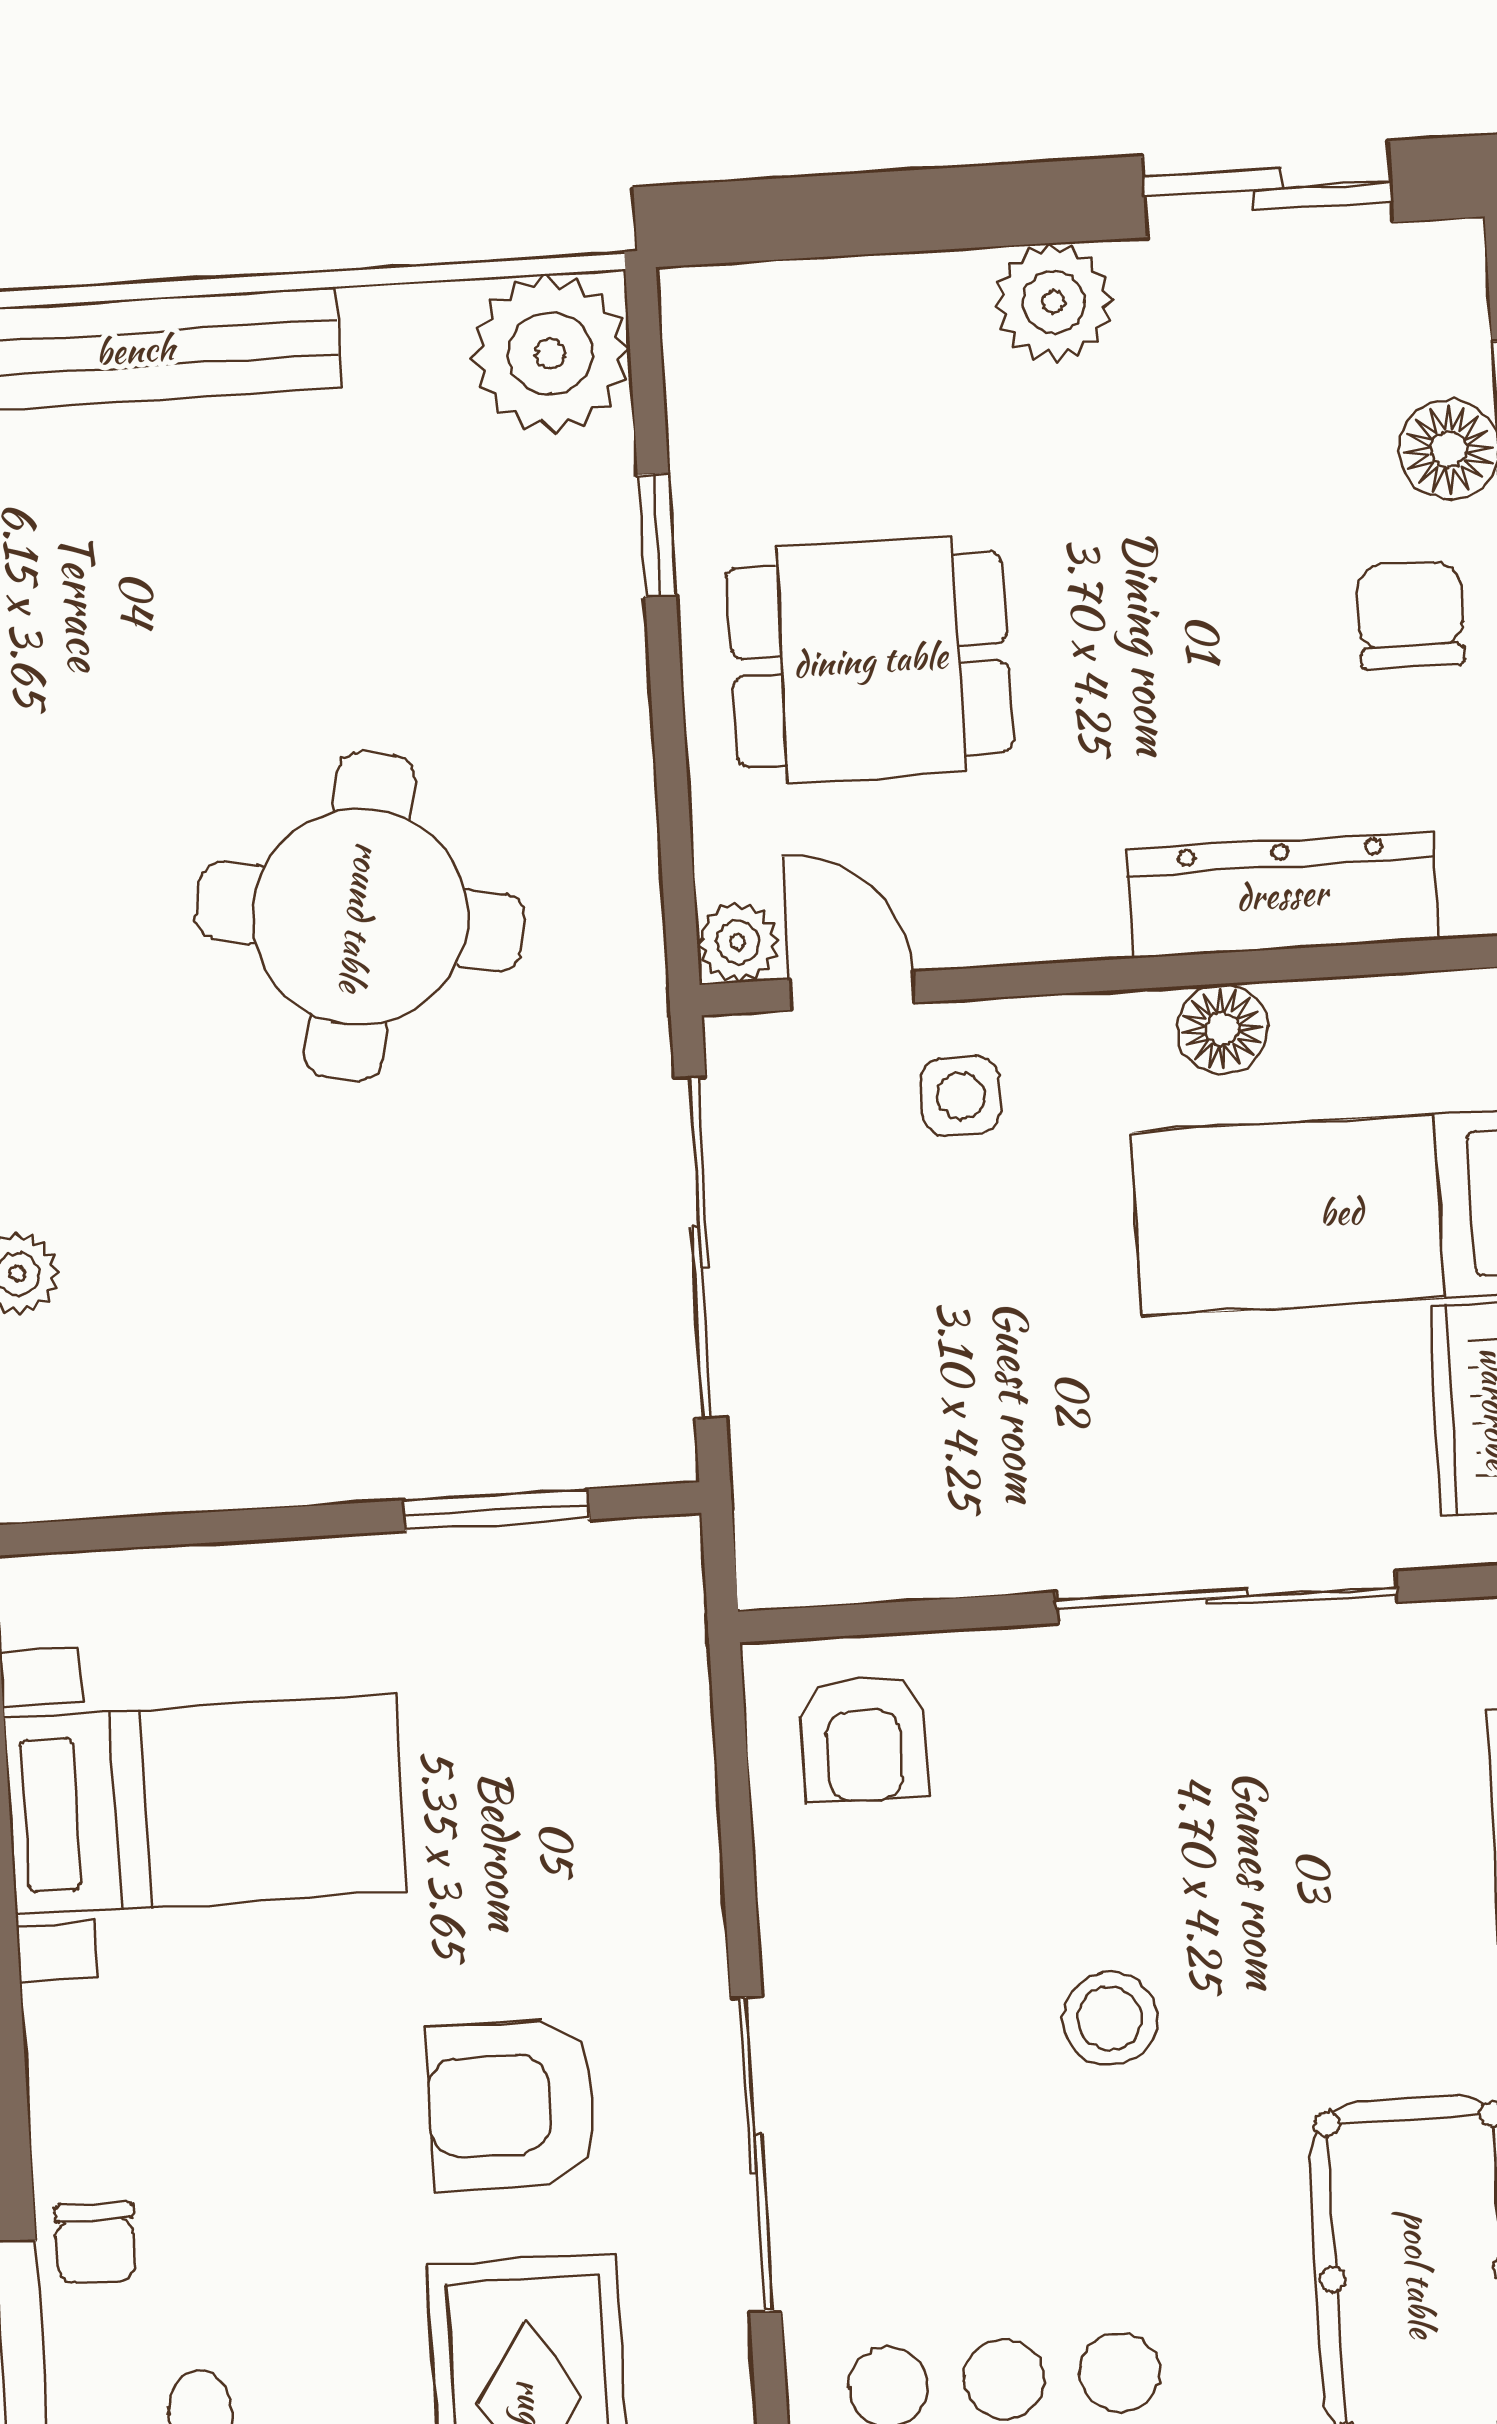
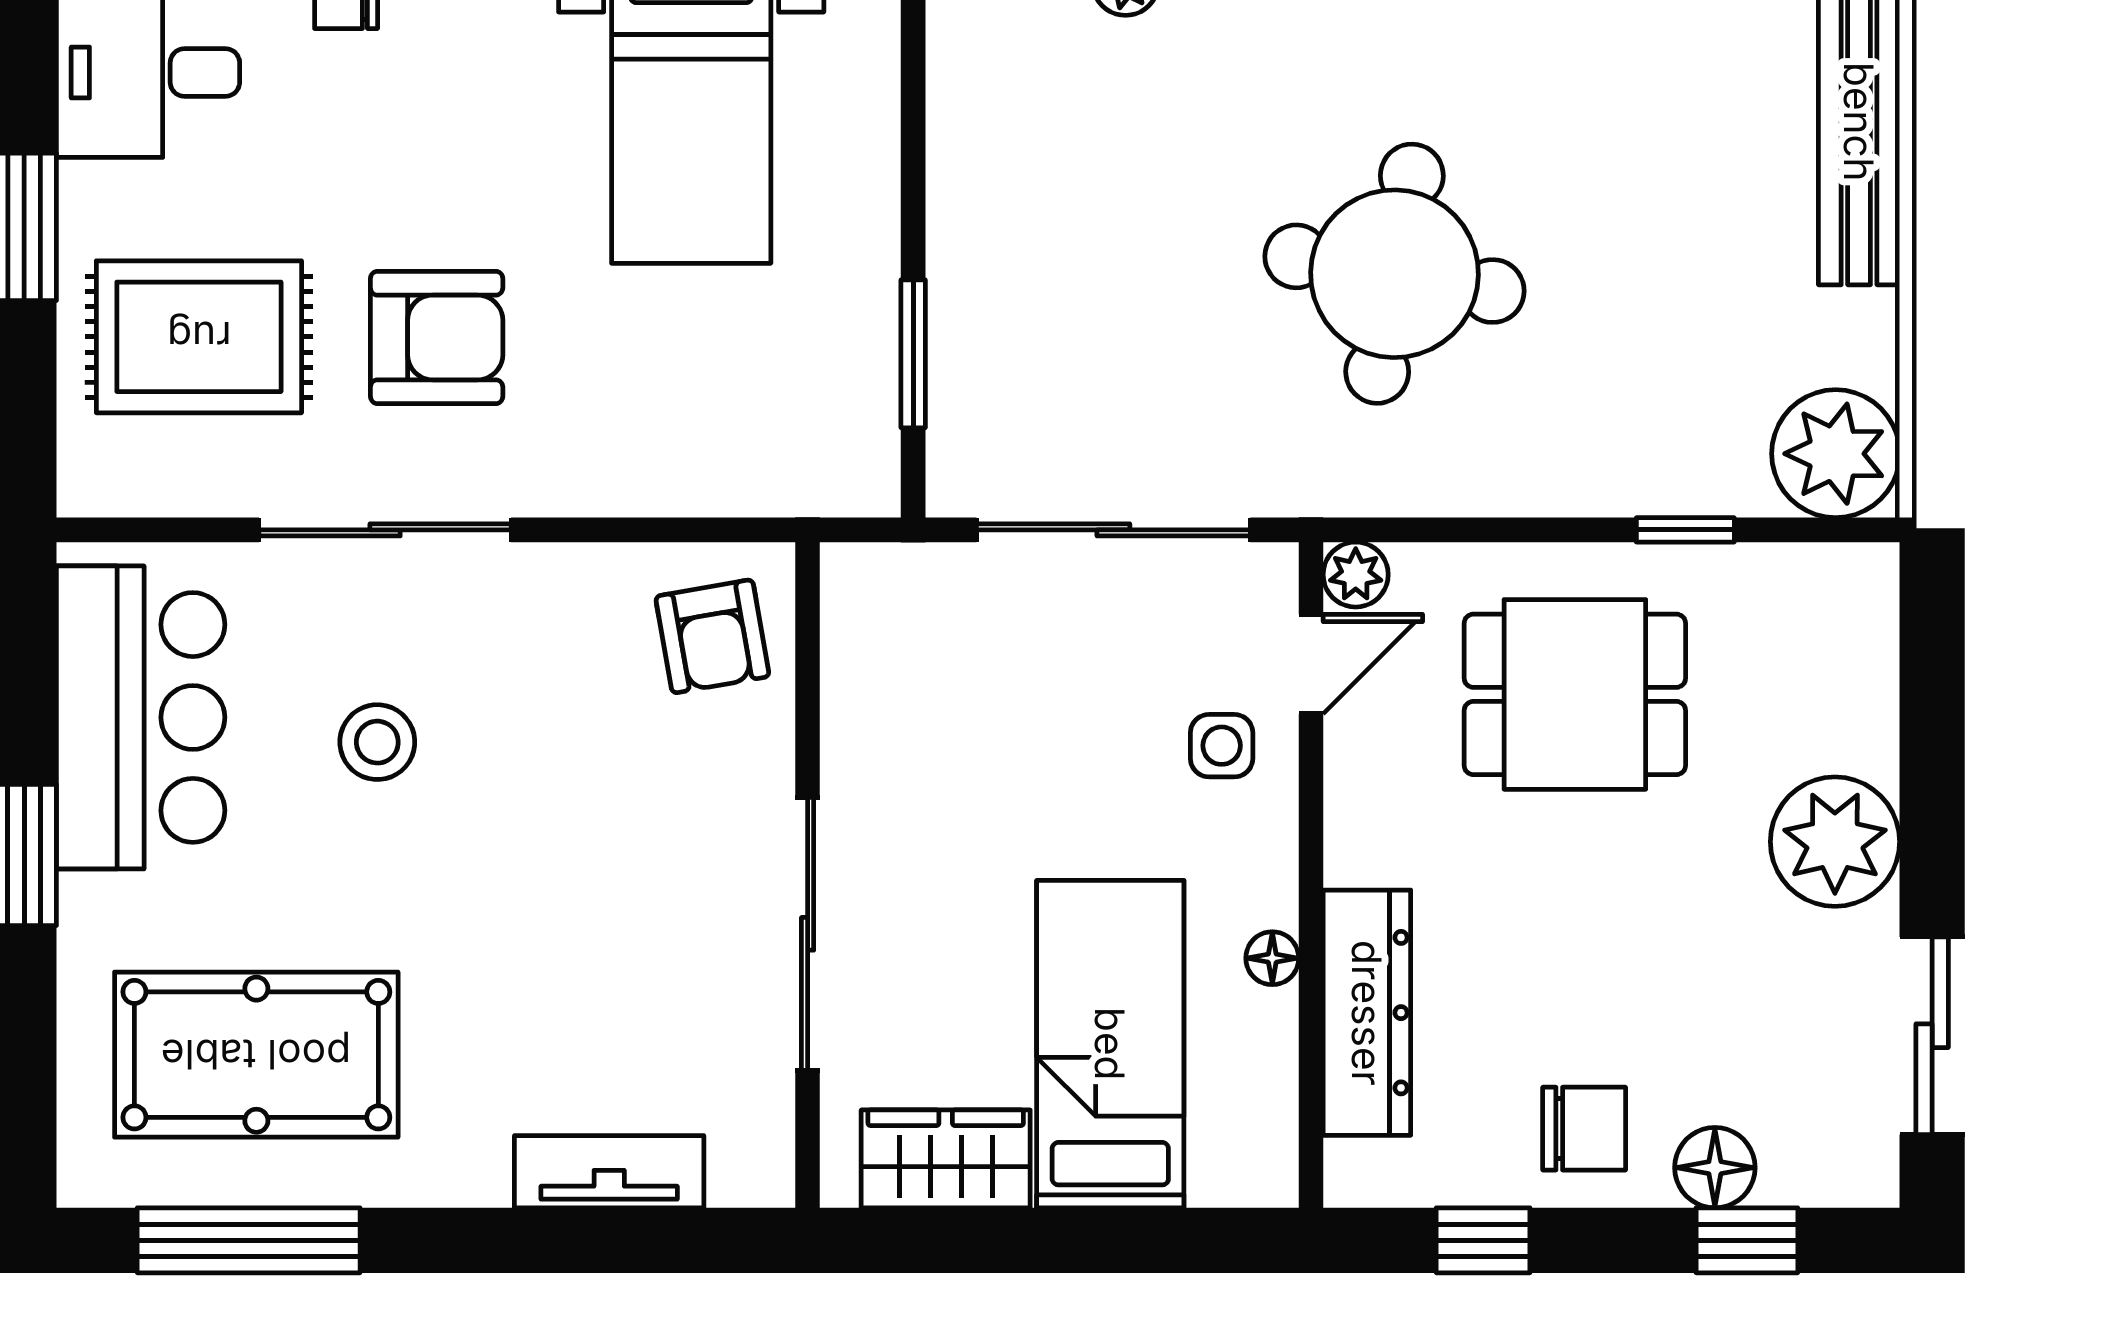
plant: (1054, 302) -> (1835, 842), width x1.36, depth x1.36
dining table: (870, 660) -> (1575, 694), turned 90
floor lamp: (1222, 1029) -> (1272, 958), width x0.73, depth x0.73
armchair: (864, 1738) -> (712, 636), turned -100
stool: (1110, 2019) -> (377, 742), moved
armchair: (512, 2105) -> (437, 337), turned 90

